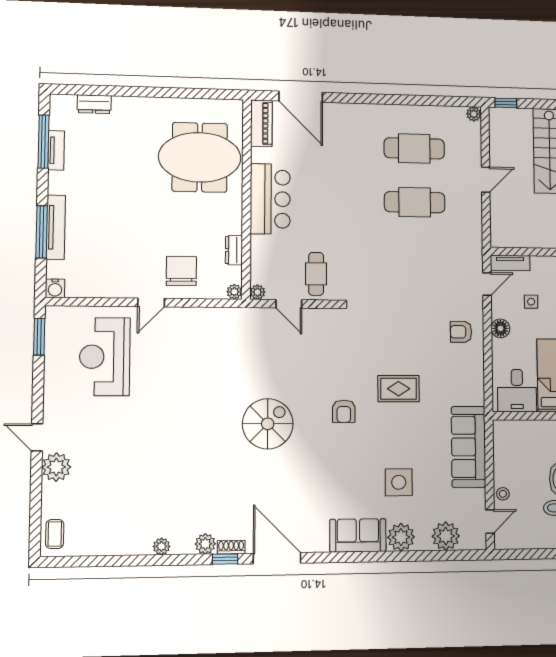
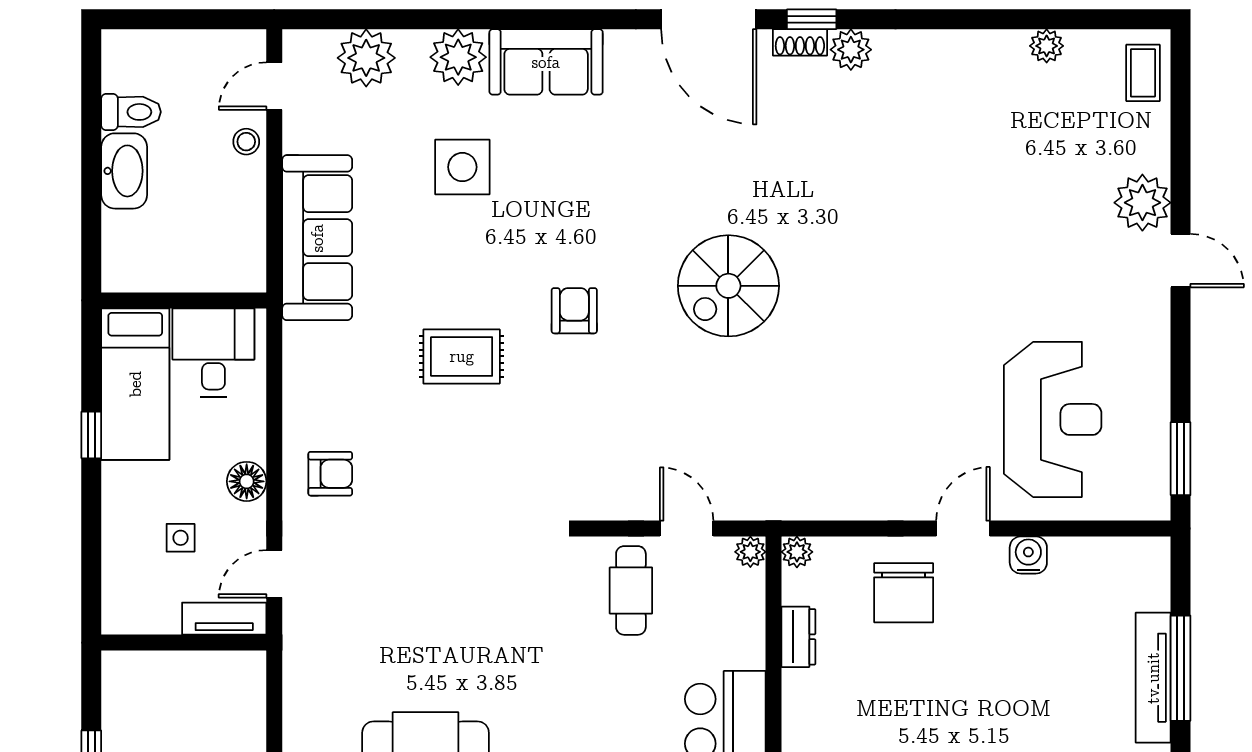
water cooler: (55, 288) -> (1028, 555), moved
plant: (161, 546) -> (1047, 46), moved

